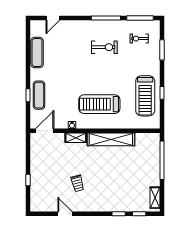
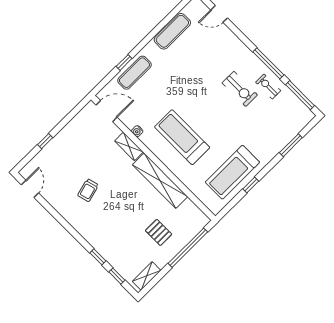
exercise bike: (139, 39) -> (268, 86), moved
pallet: (138, 168) -> (159, 232), added
door: (65, 214) -> (30, 189), moved

